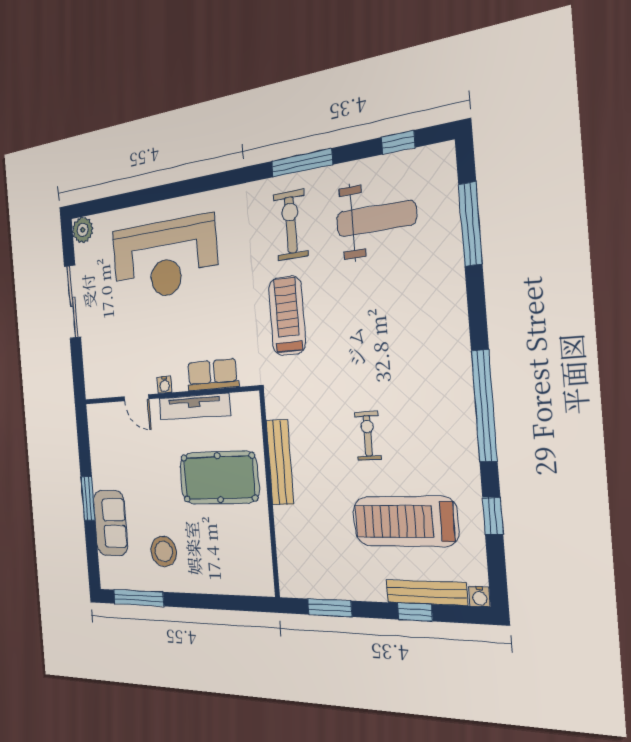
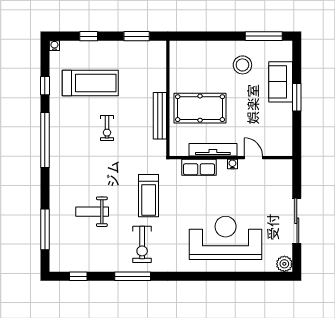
weight bench: (376, 219) -> (92, 212), moved, width x0.73, depth x0.75
bench: (426, 593) -> (82, 46), removed

